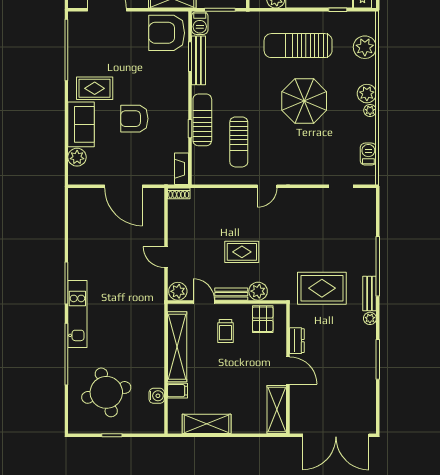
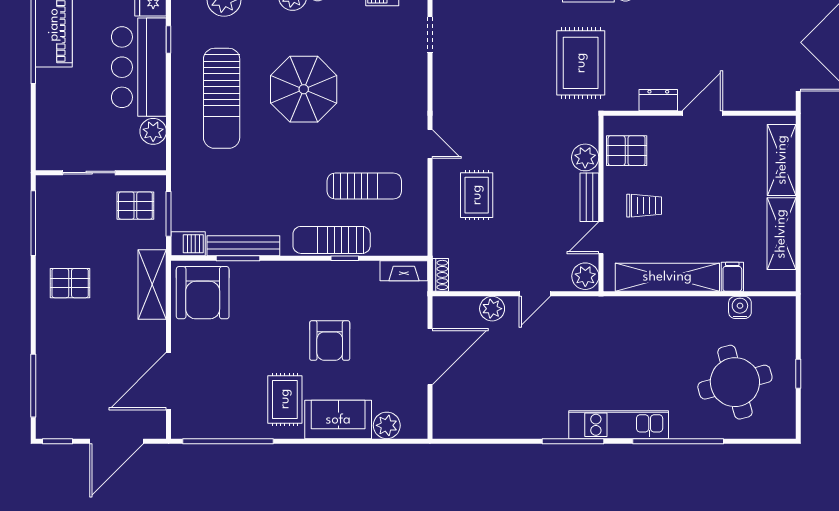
plant: (156, 228) -> (492, 309), added
rug: (242, 252) -> (477, 195), moved
shelving: (277, 410) -> (782, 160), moved, turned 90

